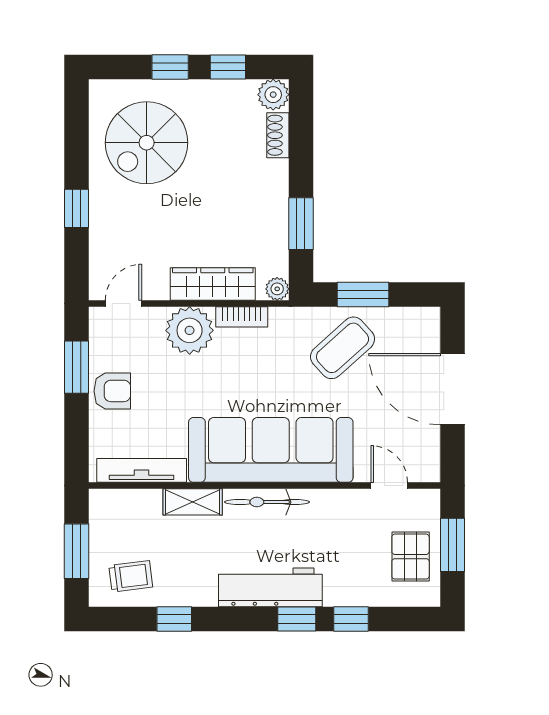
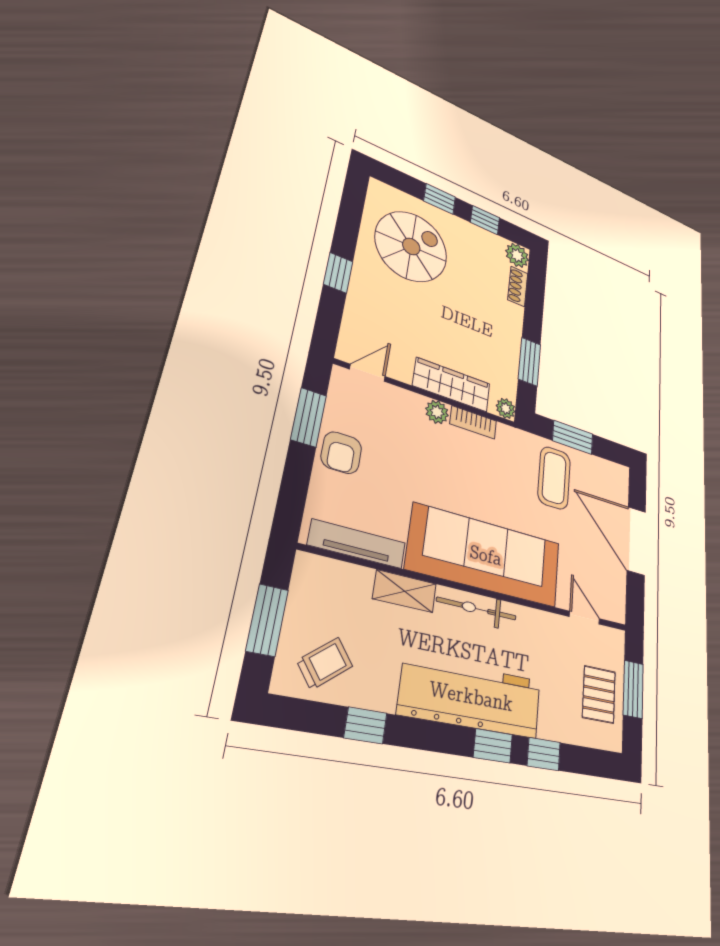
spiral stairs: (147, 143) -> (411, 246), turned 180
plant: (190, 330) -> (437, 412), width x0.53, depth x0.53
coffee table: (343, 348) -> (554, 478), turned -48
armchair: (112, 391) -> (341, 453), turned 90
trolley: (131, 576) -> (325, 663), turned -31
workbench: (270, 587) -> (471, 697), width x1.36, depth x1.32

